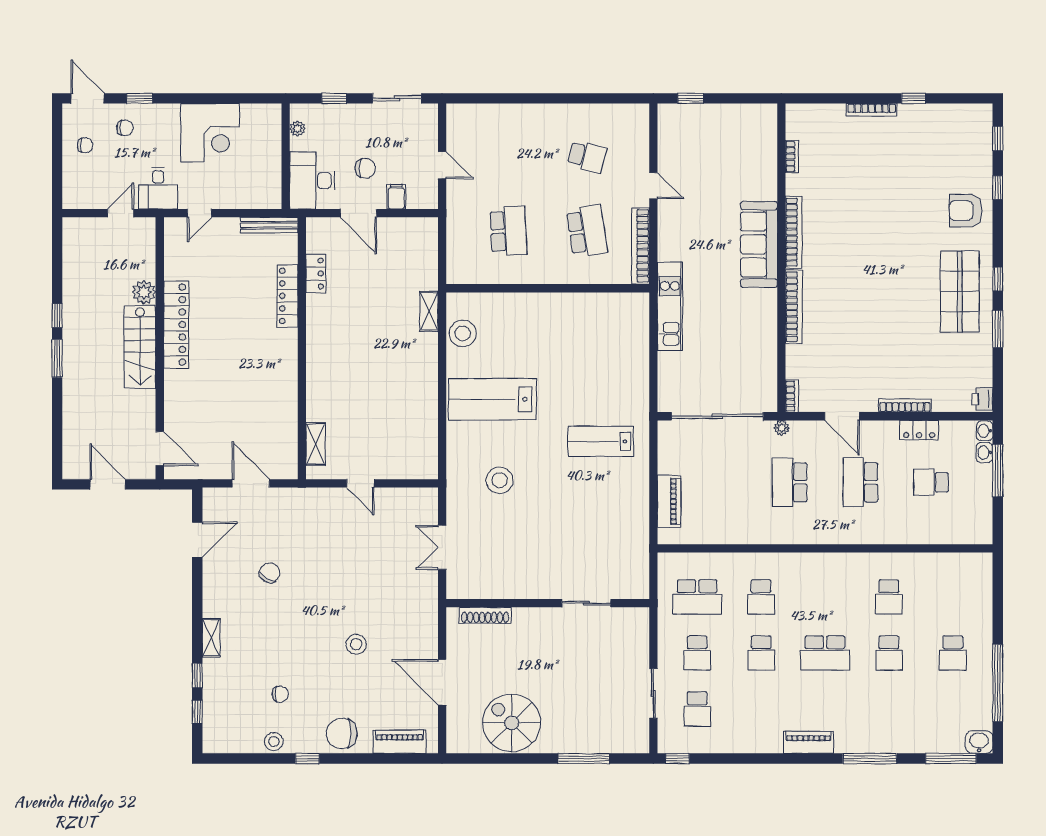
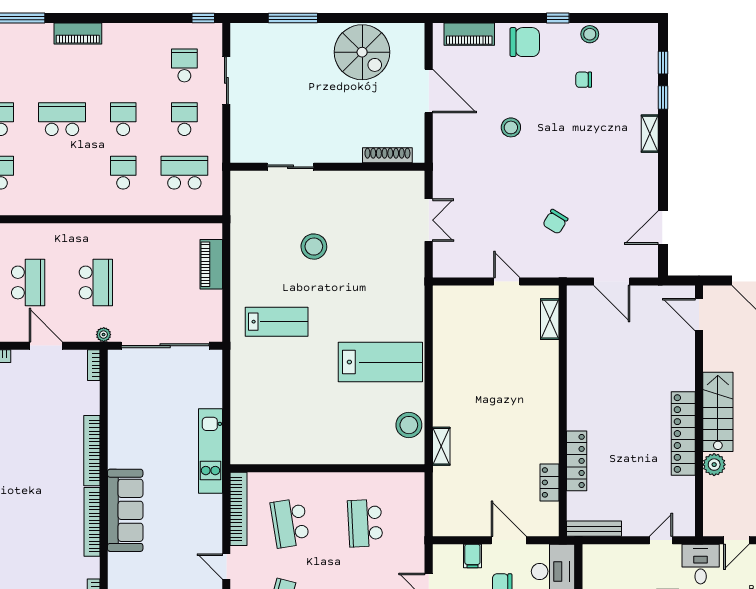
stool: (500, 480) -> (314, 247), moved
chair: (270, 573) -> (555, 222), moved

